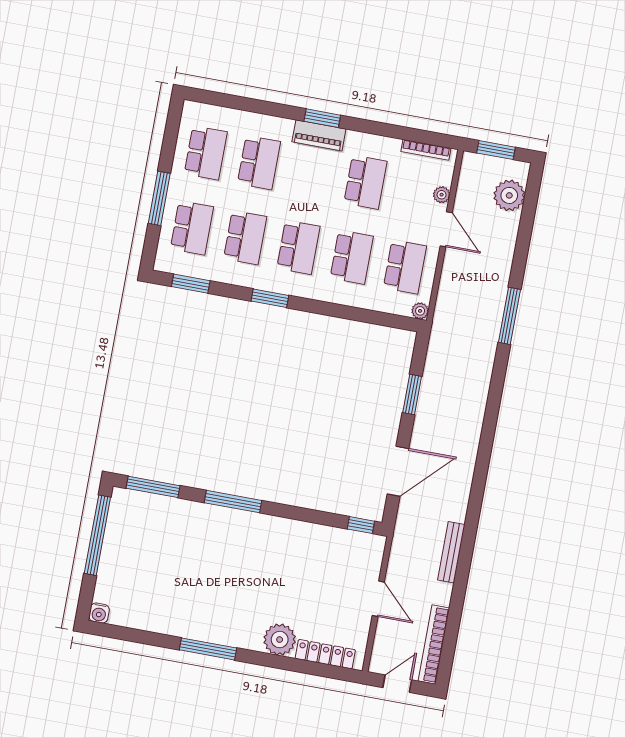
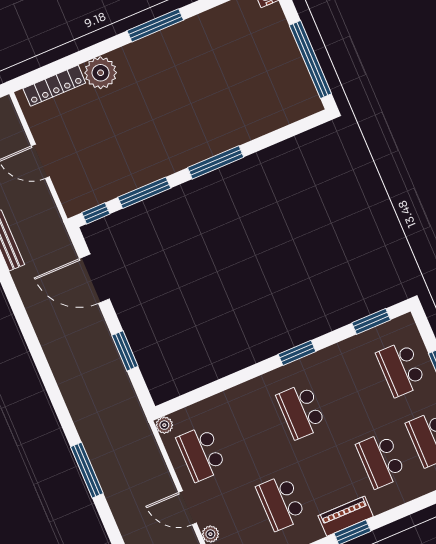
school desk: (245, 238) -> (351, 390), removed
school desk: (352, 257) -> (251, 432), removed
door: (398, 471) -> (94, 279), hinge flipped
window: (153, 487) -> (144, 193), moved

